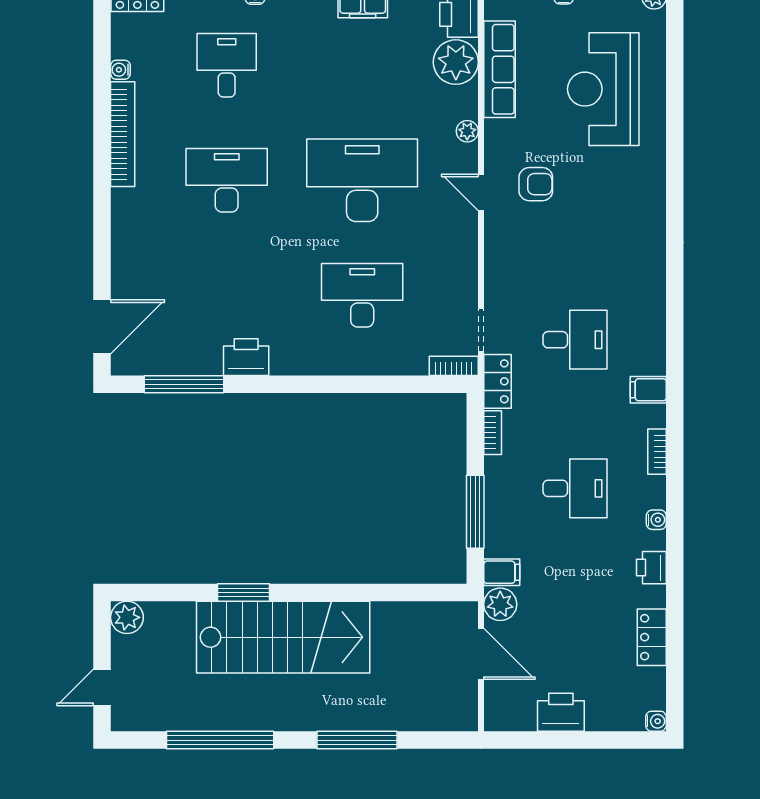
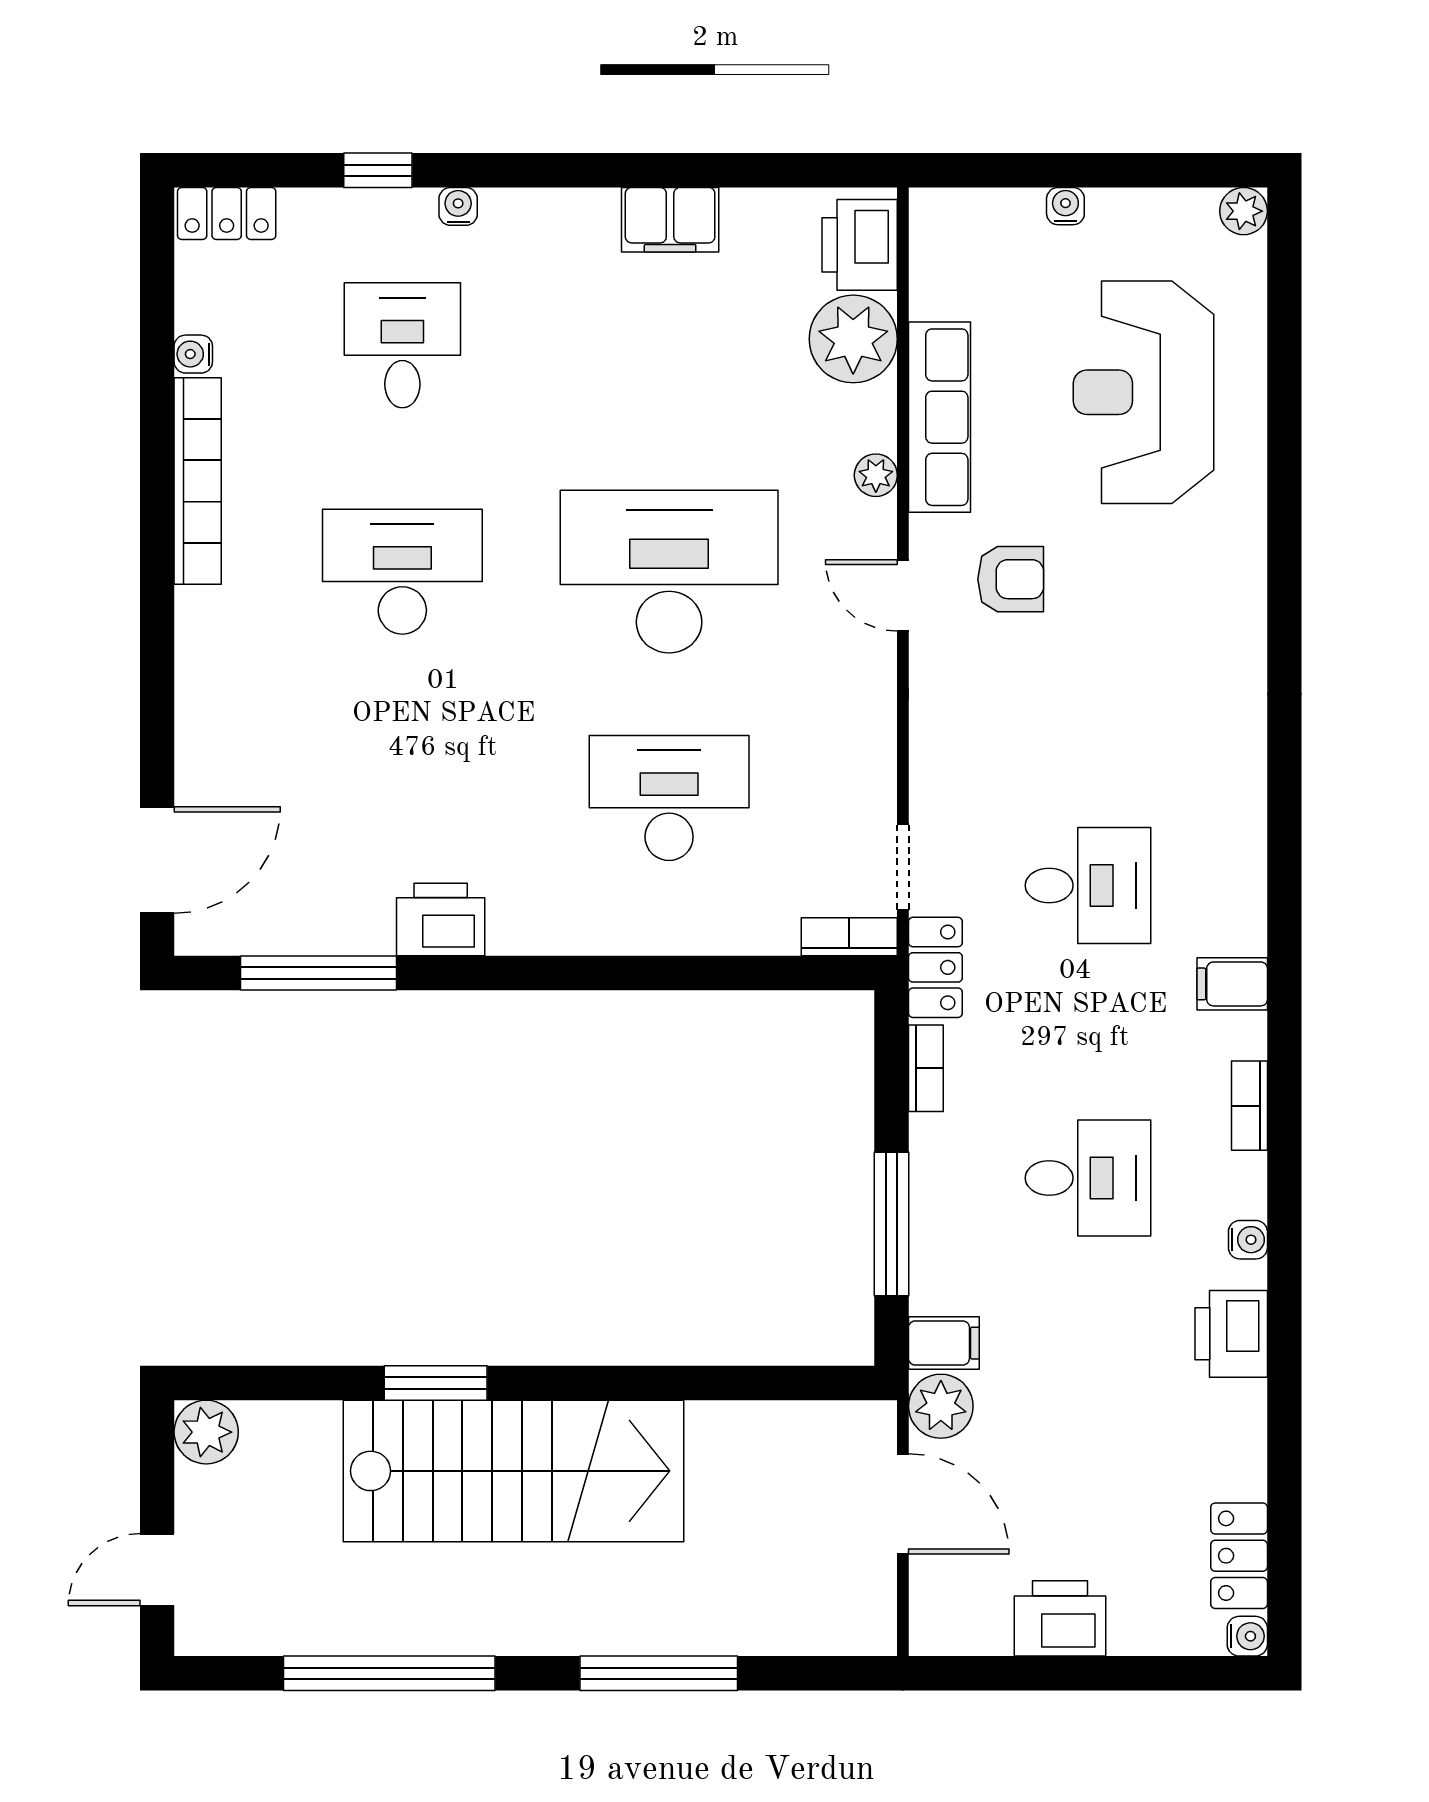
row of seats: (500, 69) -> (939, 417), moved
printer: (651, 568) -> (1231, 1334), width x1.36, depth x1.24
locker: (652, 637) -> (1239, 1556), moved

